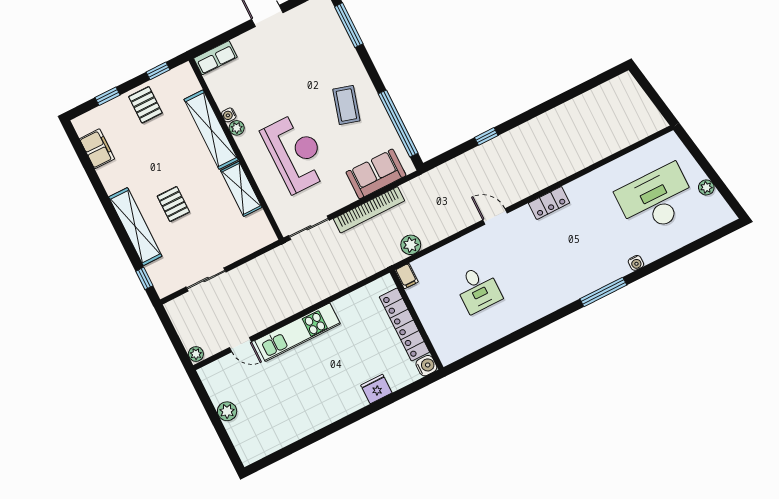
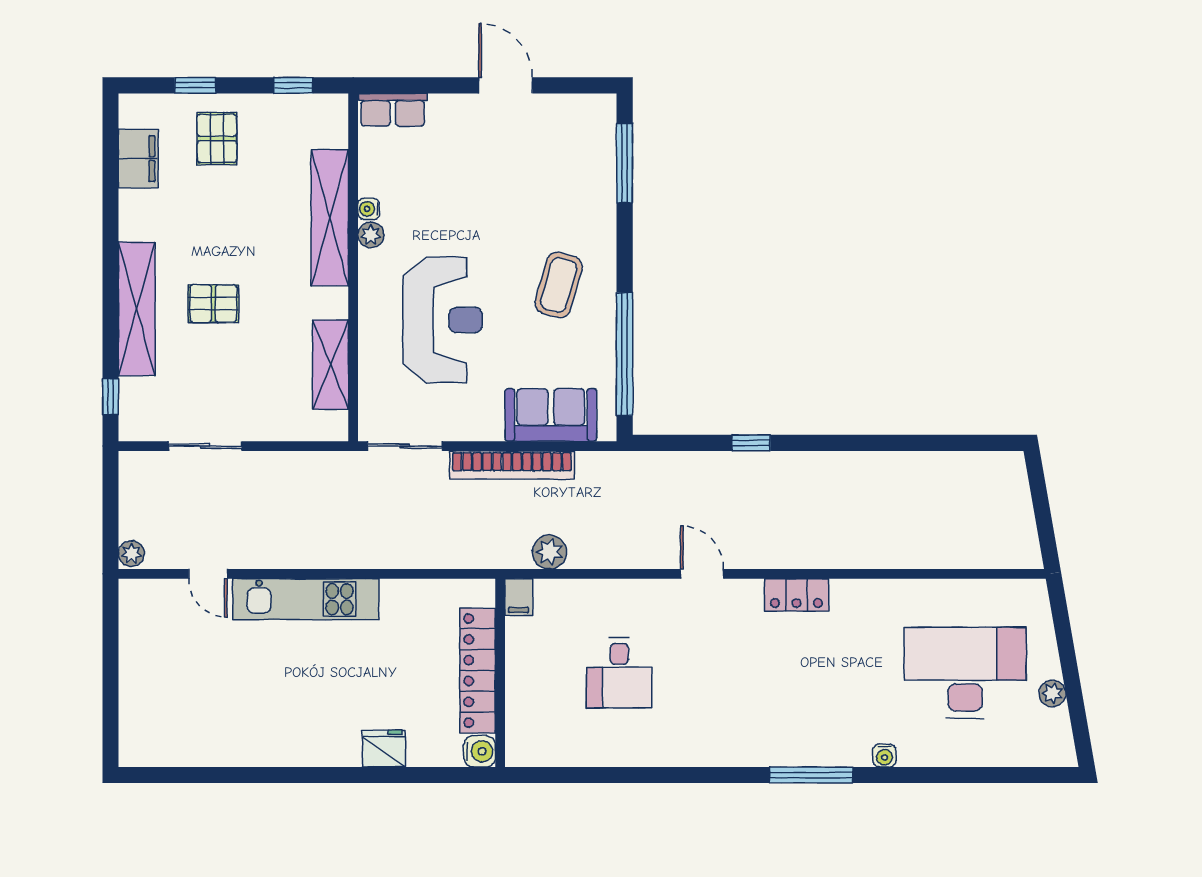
pallet: (145, 105) -> (217, 138), moved
shelving: (241, 189) -> (330, 365), moved
pallet: (173, 204) -> (213, 304), turned 90
plant: (227, 411) -> (135, 667), removed

